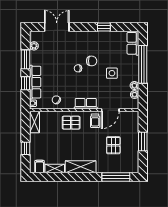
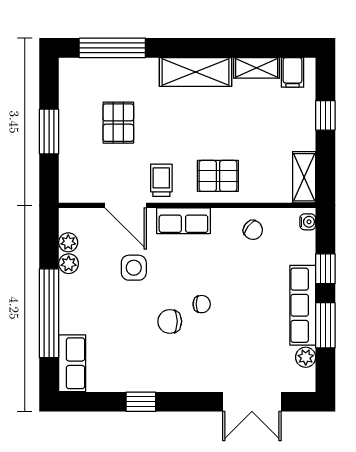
side table: (112, 73) -> (134, 268), moved
row of seats: (35, 82) -> (303, 305), moved
door: (110, 110) -> (126, 205), swing flipped

